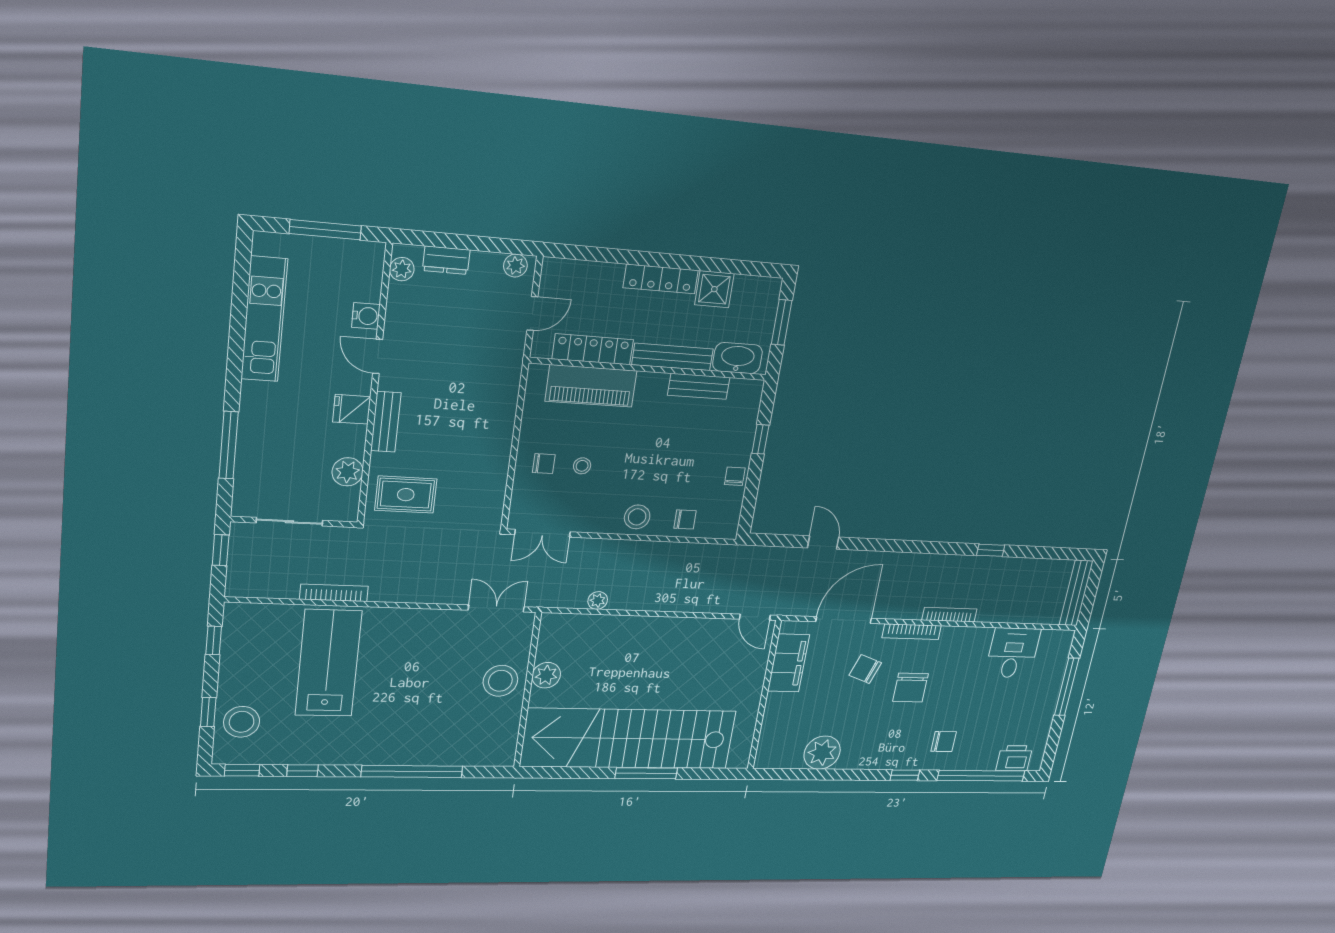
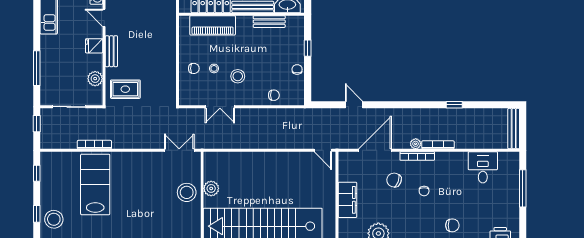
stool: (637, 517) -> (238, 76), moved
double door: (542, 533) -> (220, 107), moved
plant: (598, 600) -> (416, 144), moved
filing cabinet: (788, 663) -> (347, 200), moved
chair: (910, 688) -> (424, 191), width x0.54, depth x0.54

